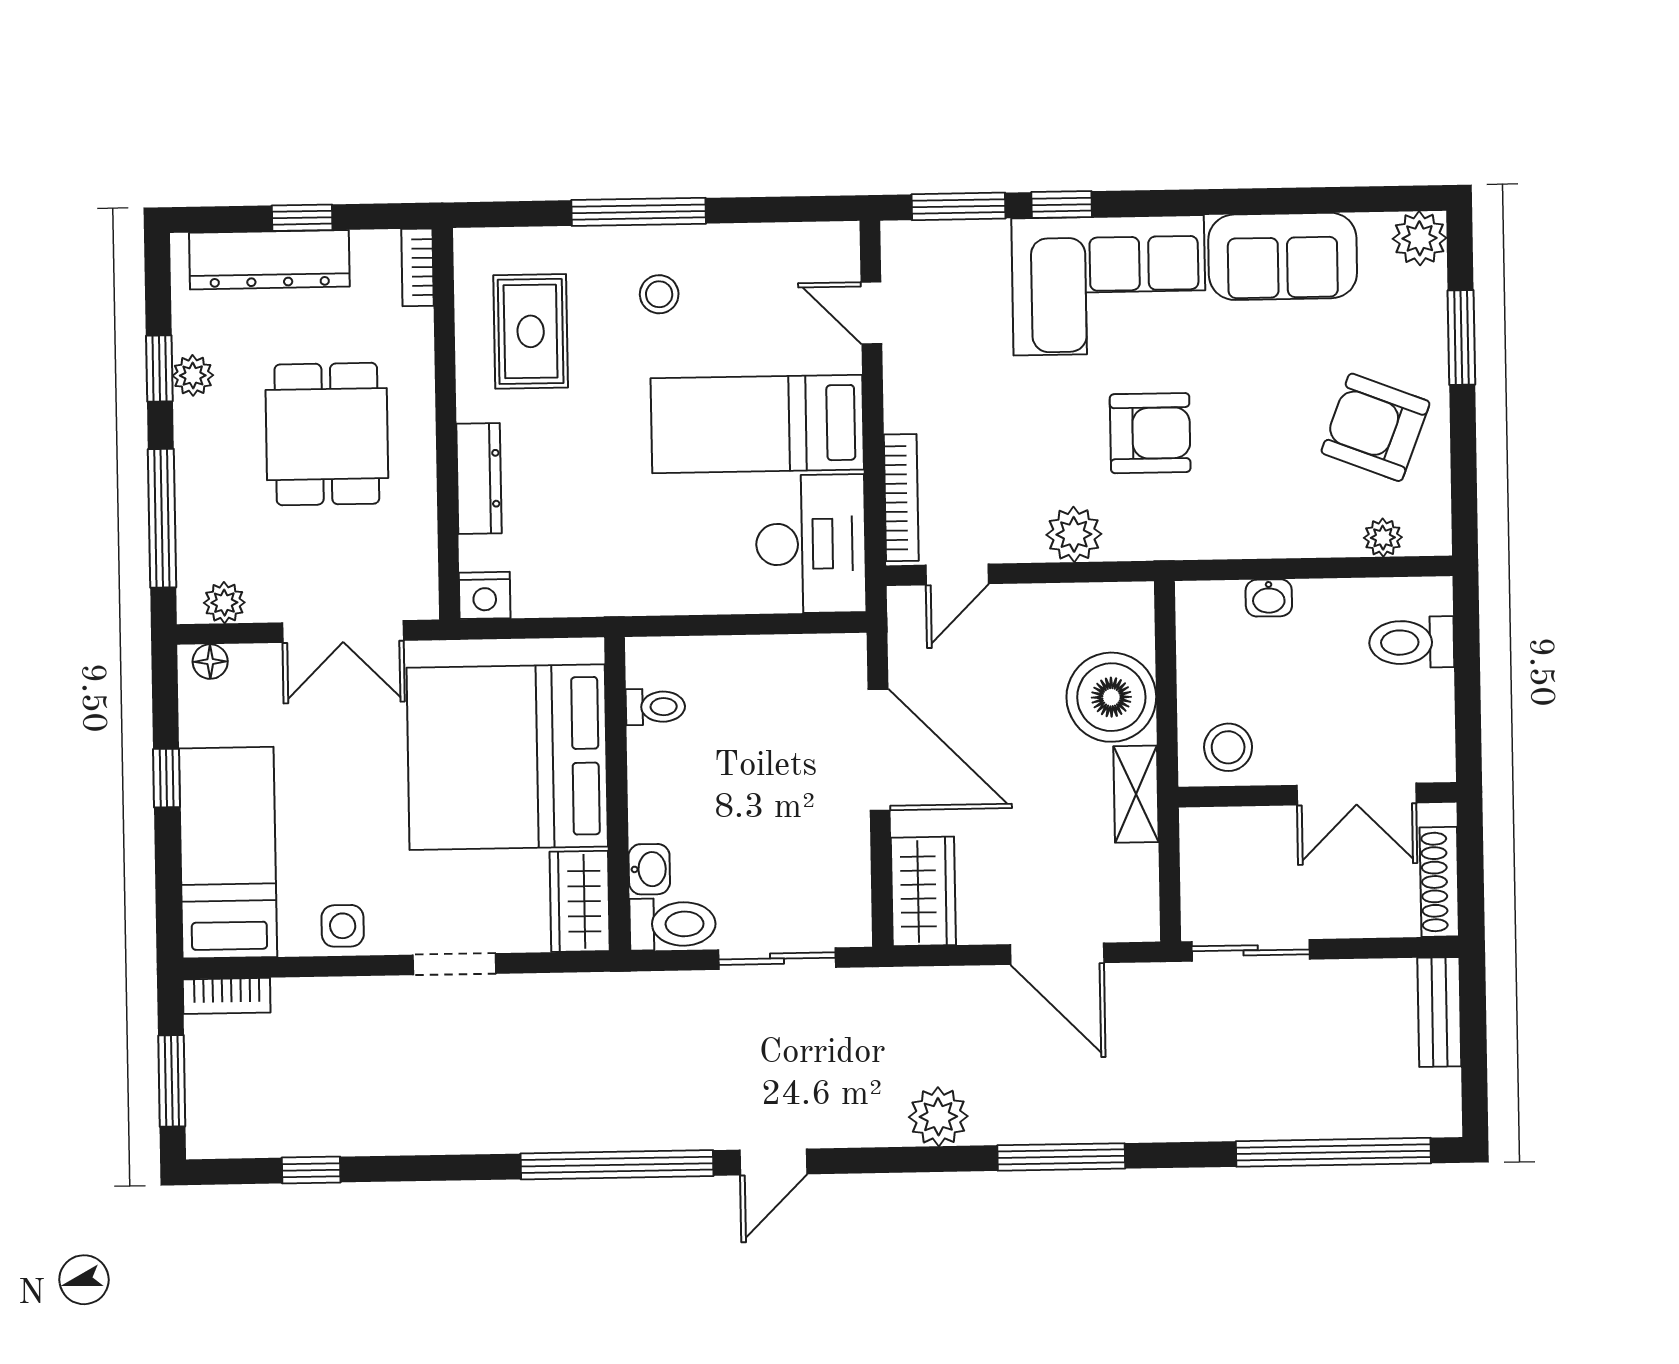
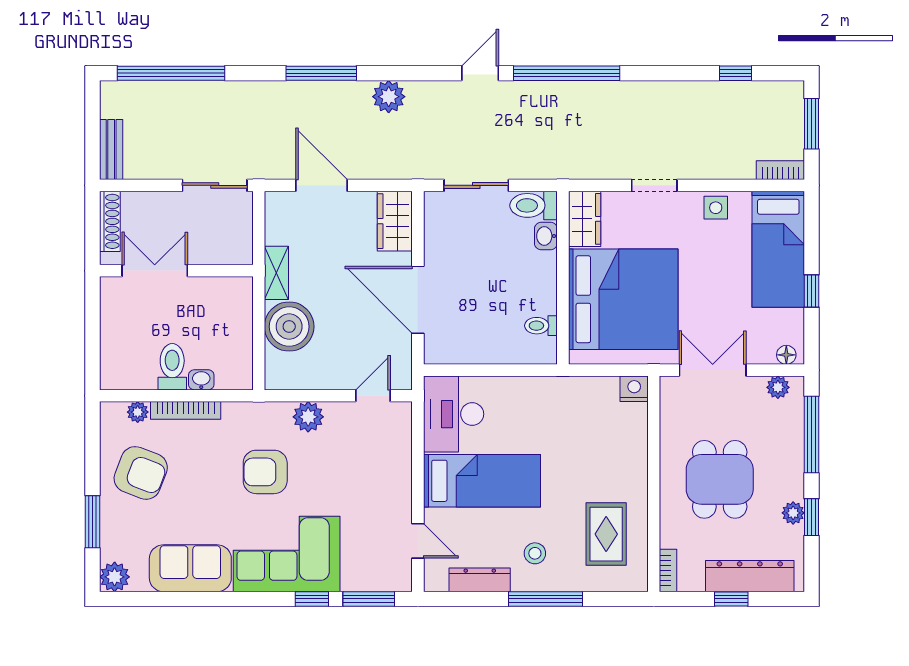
dresser: (479, 479) -> (480, 580), moved, turned 90
bookcase: (901, 498) -> (186, 410), moved, turned -90
toilet: (1412, 642) -> (172, 367), moved, turned -90
stool: (1228, 747) -> (225, 298), removed

